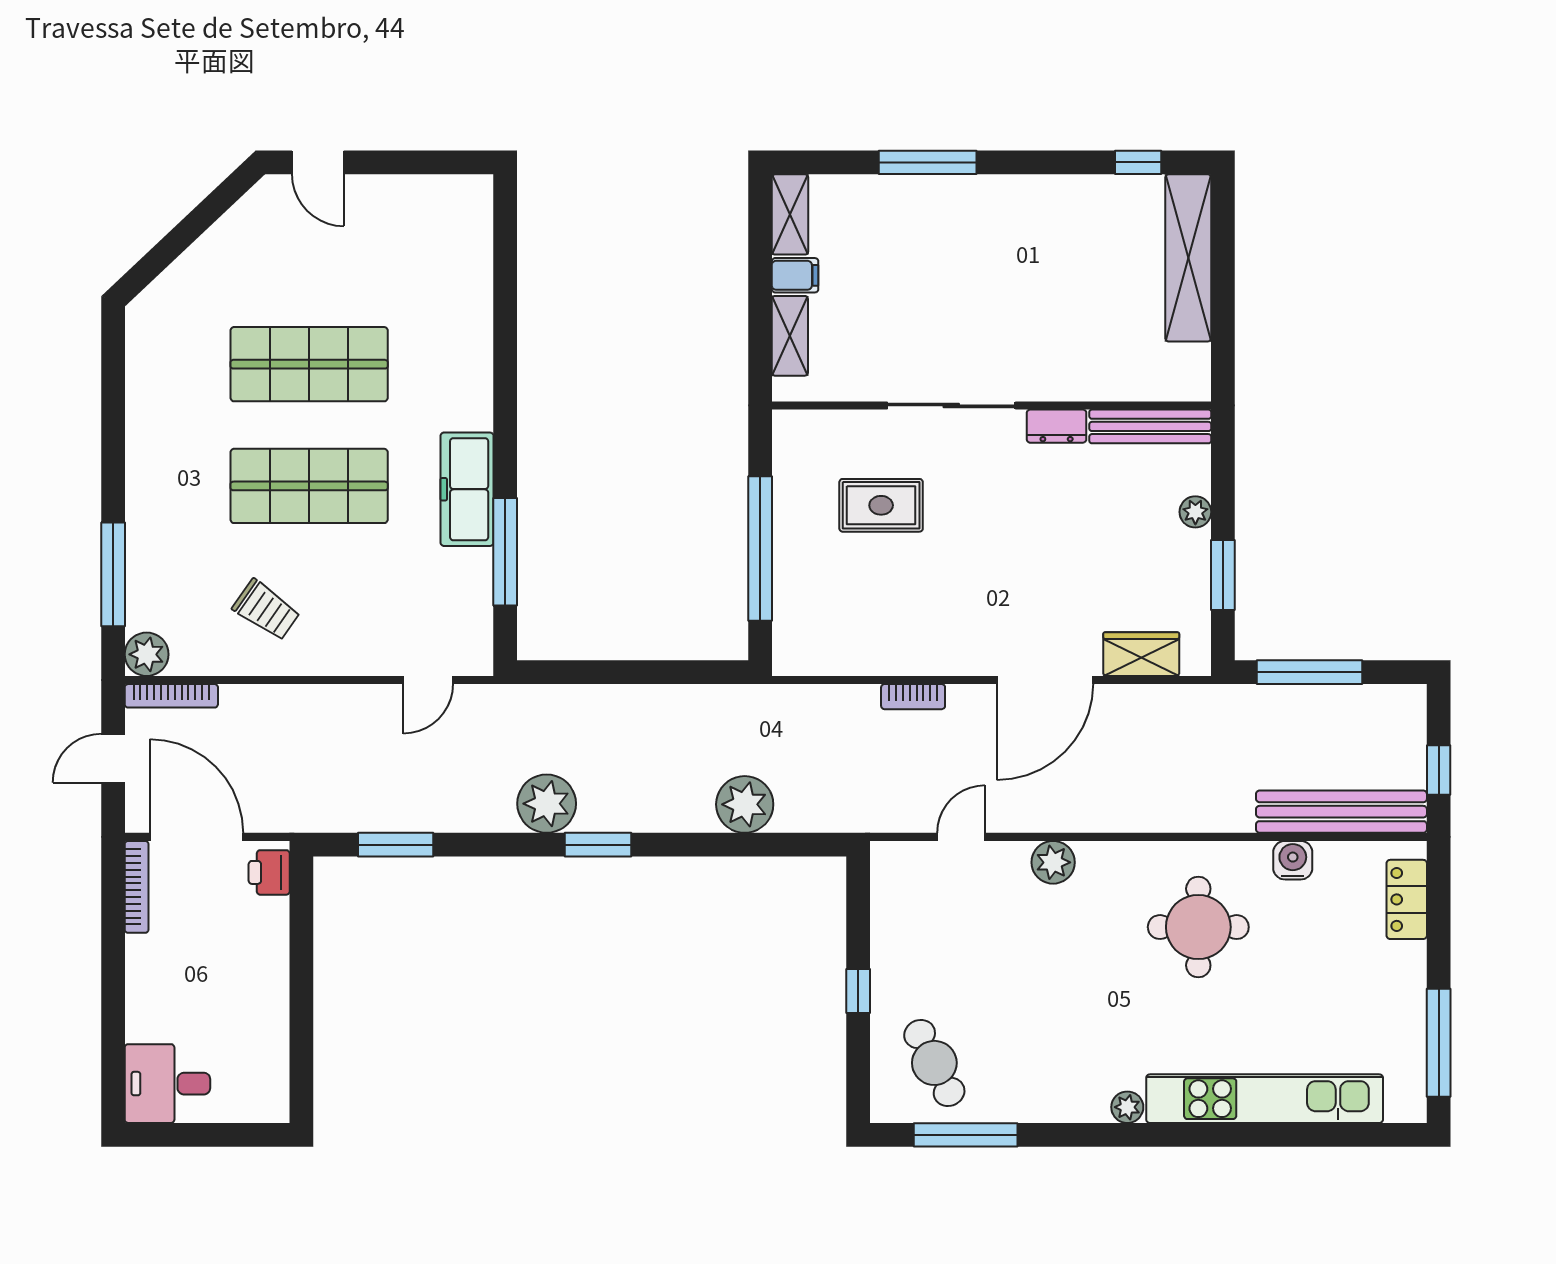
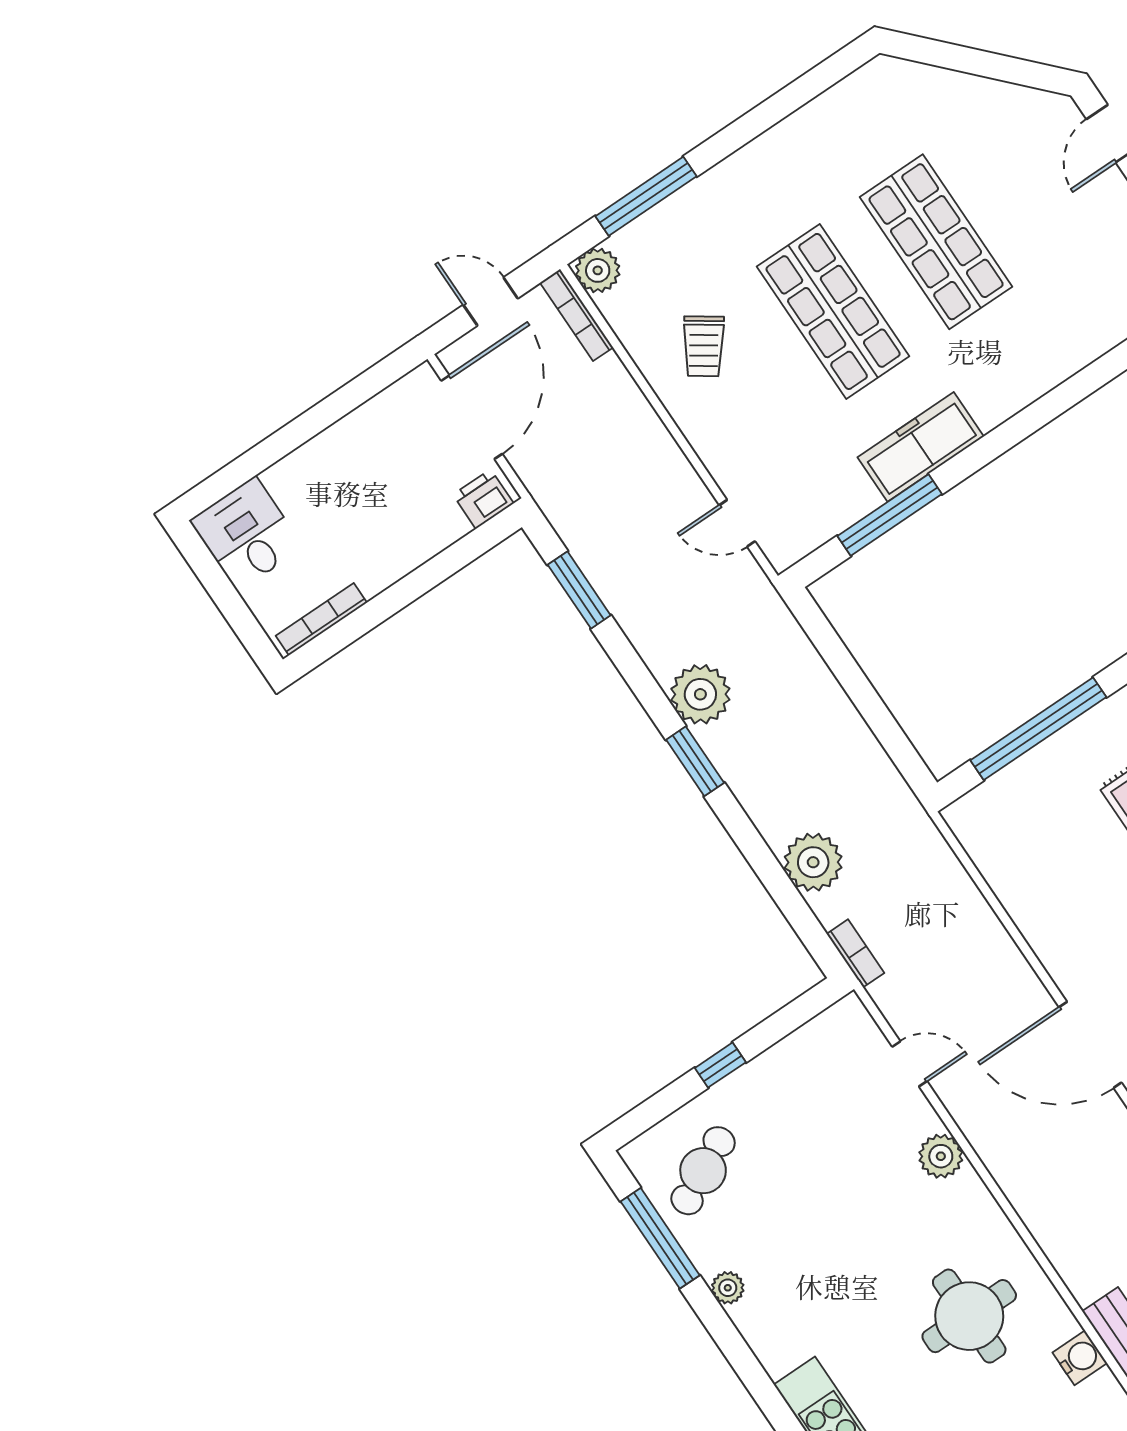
bookcase: (913, 697) -> (855, 953), moved, turned 180
bookcase: (137, 887) -> (321, 619), moved, turned 180
plant: (1127, 1107) -> (728, 1288), moved

